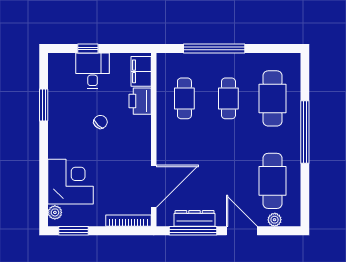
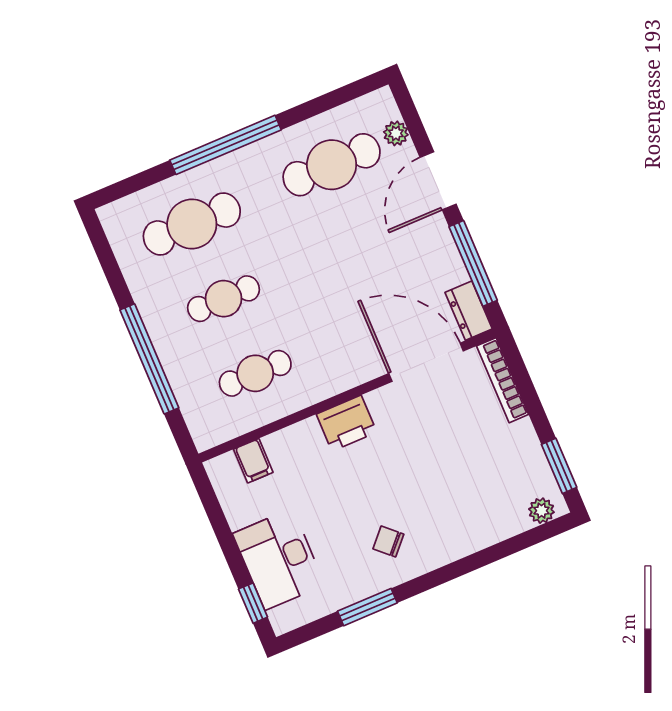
window: (88, 49) -> (253, 603), moved
desk: (93, 71) -> (279, 559), width x1.37
filing cabinet: (141, 71) -> (253, 461), width x0.50
printer: (140, 101) -> (347, 423), moved
chair: (100, 122) -> (388, 541), moved
corner desk: (70, 182) -> (478, 506), removed
dresser: (195, 218) -> (469, 311), moved, width x0.70

